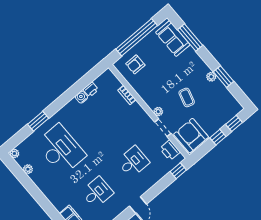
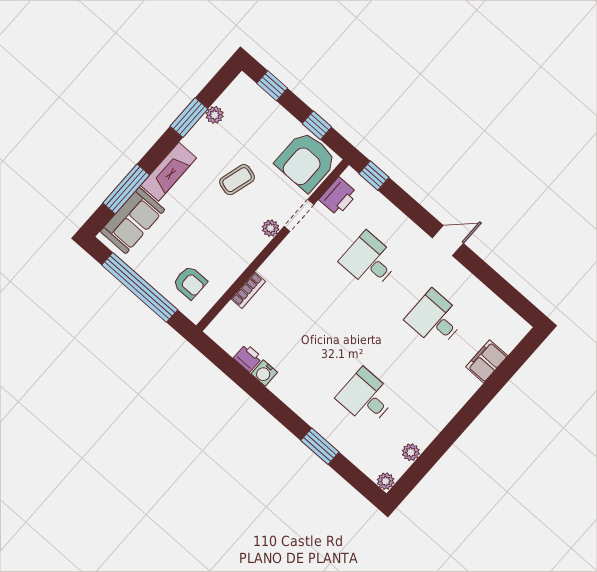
fireplace: (196, 62) -> (169, 172), added
plant: (211, 77) -> (215, 115), moved
window: (218, 137) -> (317, 125), moved
desk: (61, 150) -> (366, 397), width x0.53, depth x0.77

